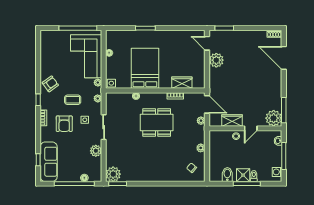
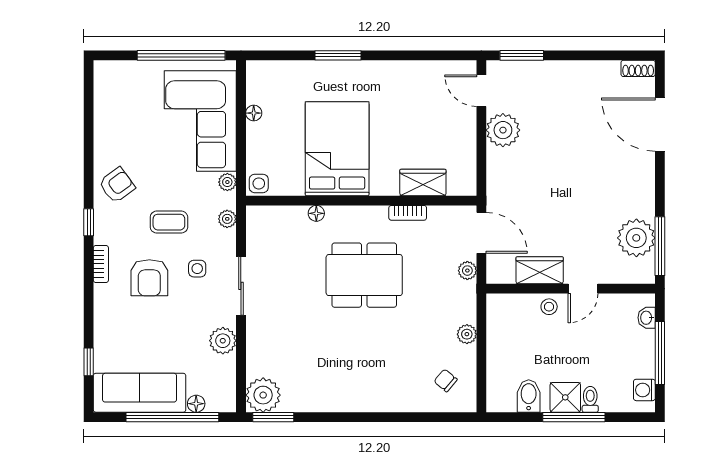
plant: (274, 118) -> (636, 238), moved
sofa: (49, 162) -> (140, 393), moved, turned -90

